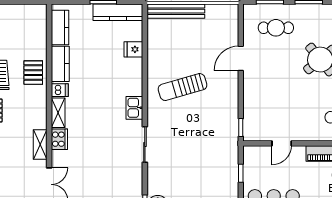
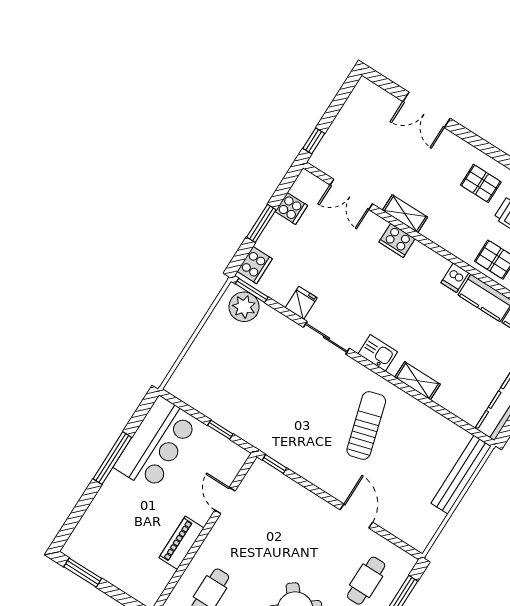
fridge: (133, 49) -> (301, 303), moved
shelving: (58, 113) -> (417, 381), moved

